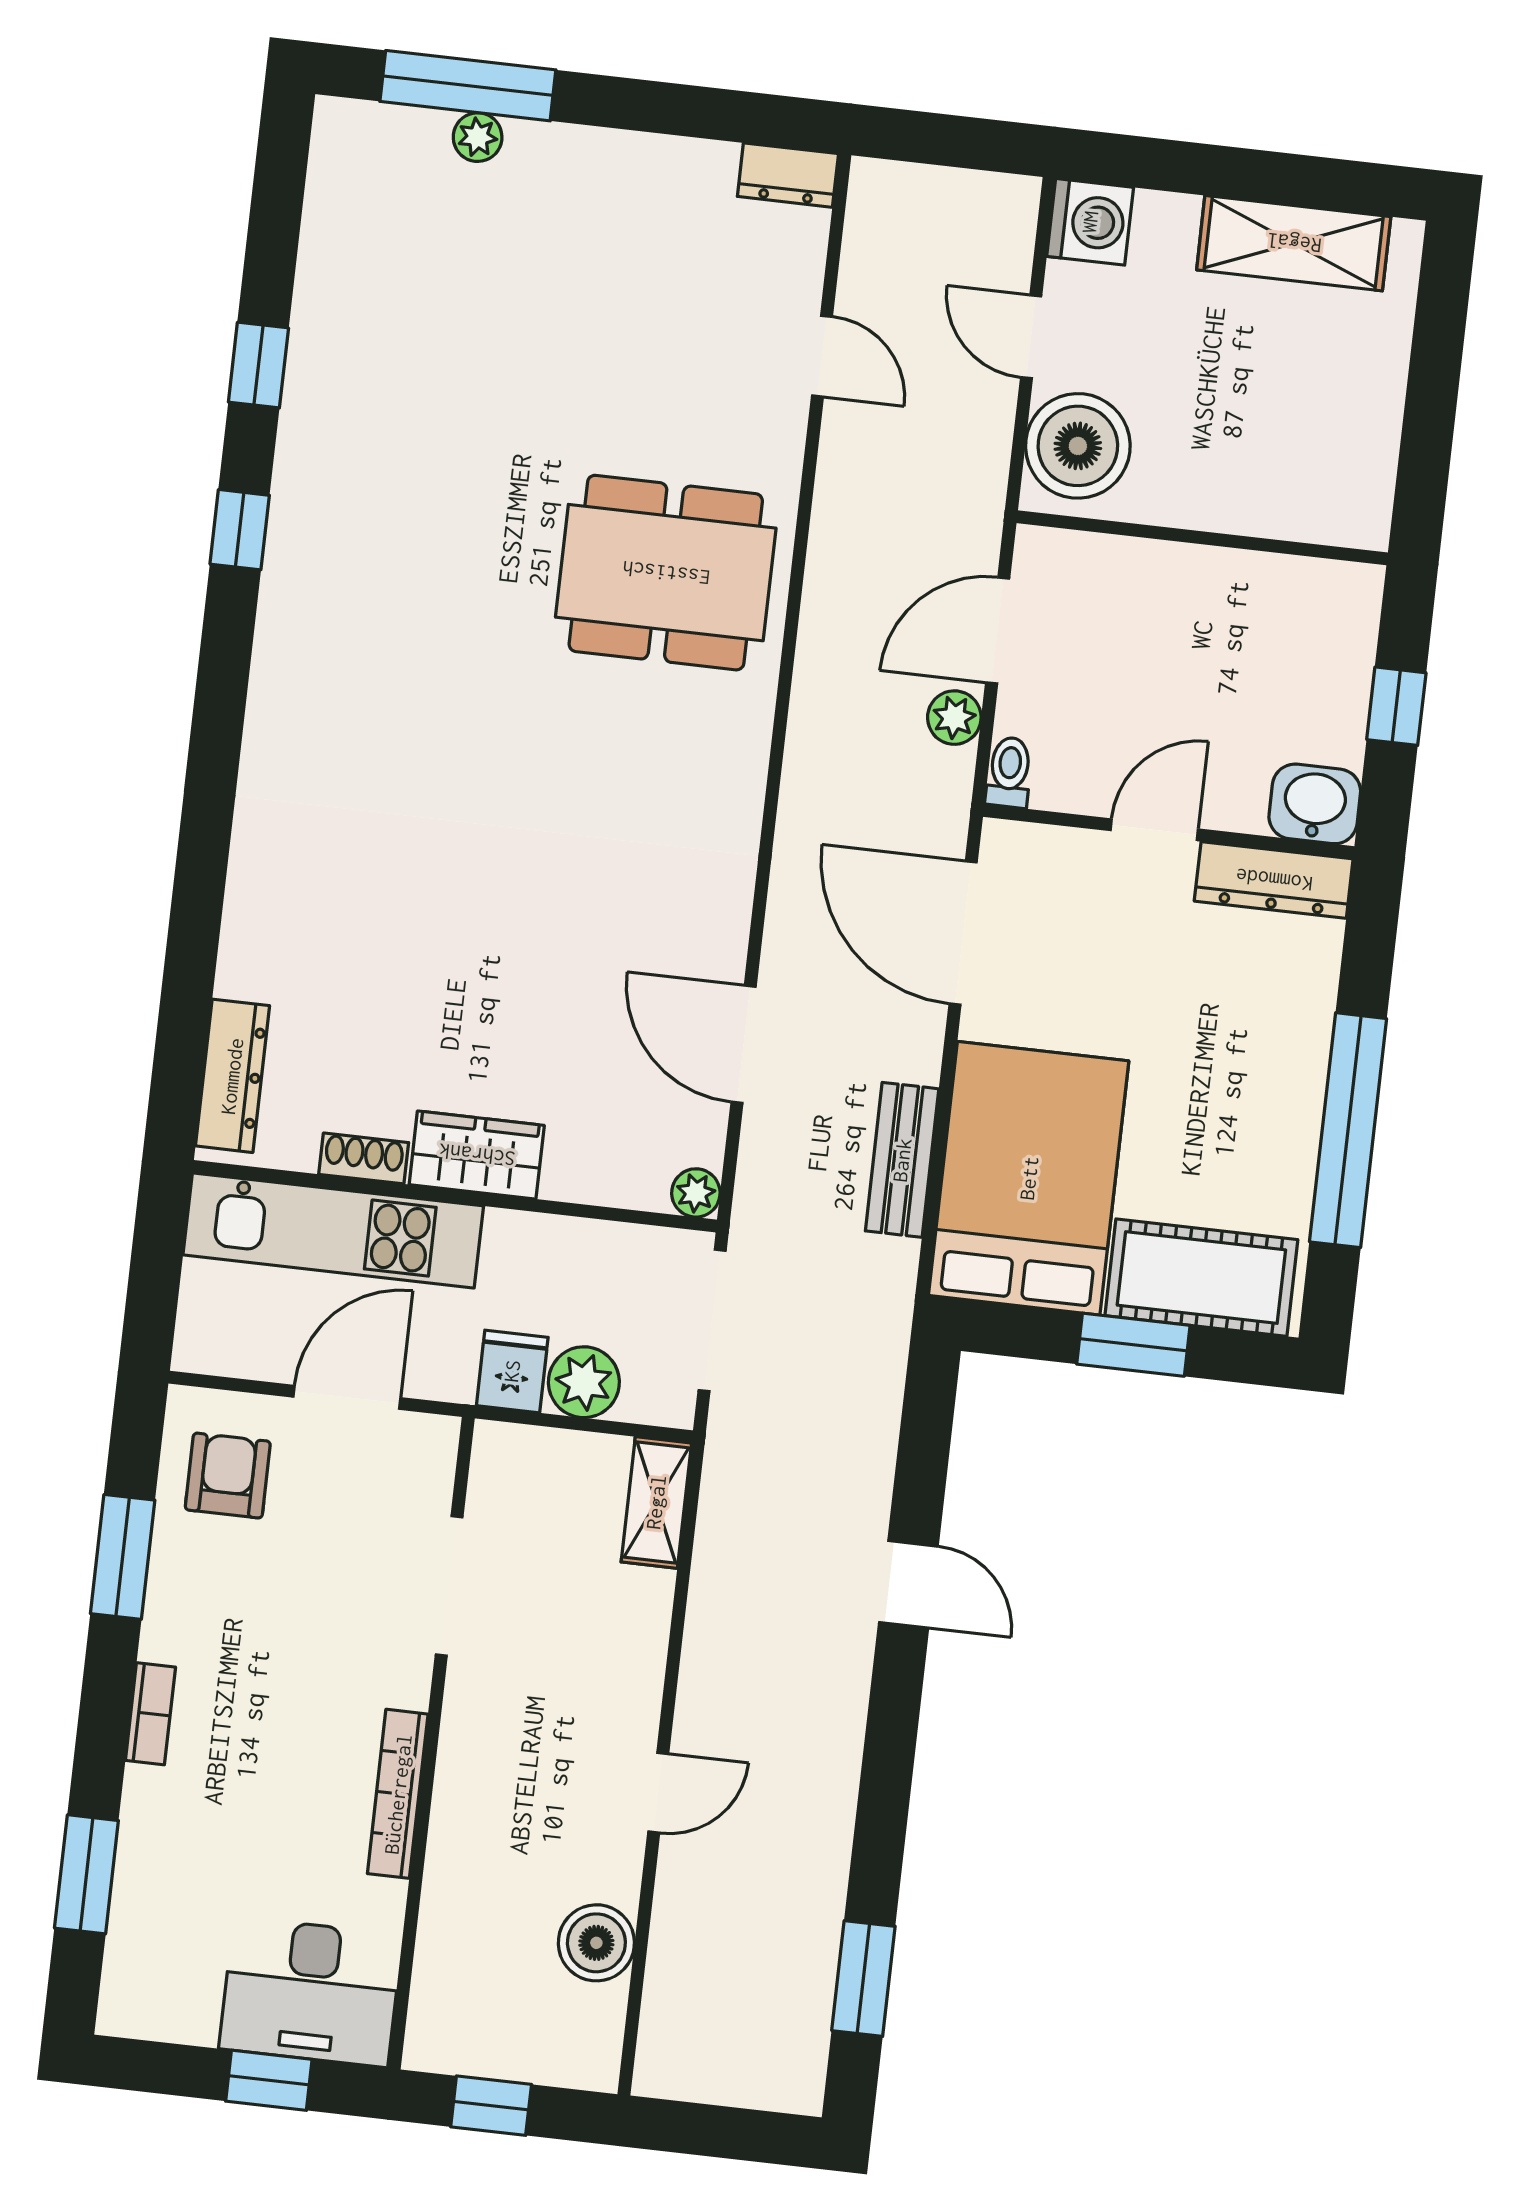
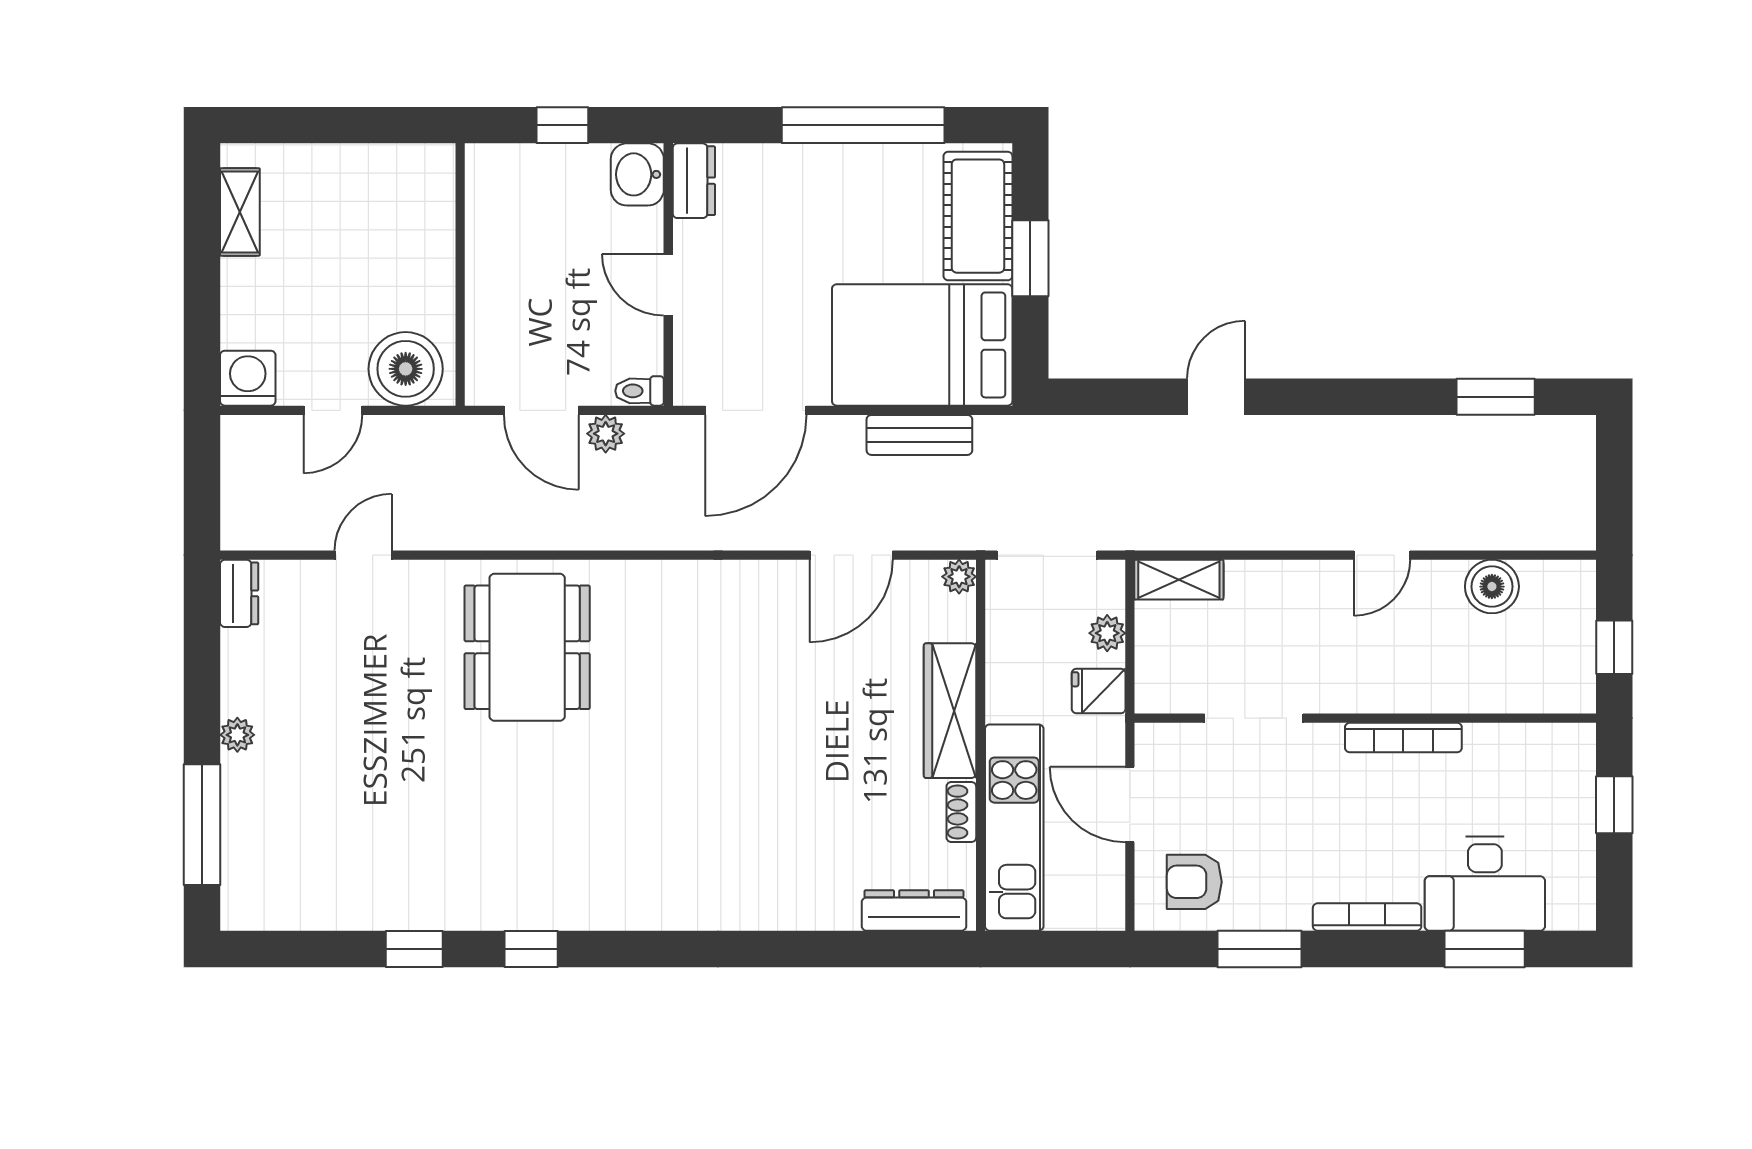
plant: (478, 137) -> (237, 735), moved
shelving: (1294, 243) -> (240, 212), width x0.67, depth x0.75
dresser: (1274, 880) -> (694, 181), width x0.70
wardrobe: (477, 1155) -> (950, 711), width x1.50
plant: (584, 1382) -> (1107, 633), width x0.73, depth x0.73
bookcase: (150, 1714) -> (1367, 917), width x1.56
door: (658, 1793) -> (1382, 555), swing flipped
desk: (311, 1992) -> (1485, 884), moved, turned 90

